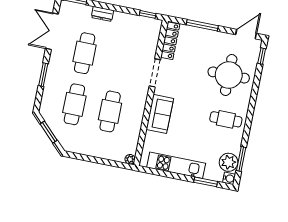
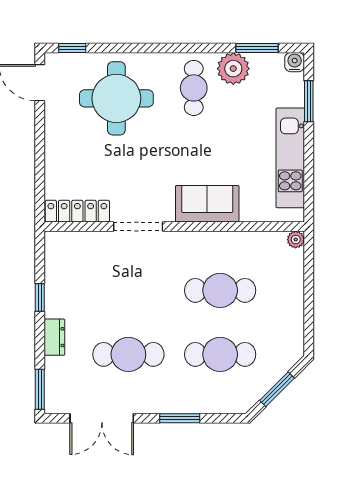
window: (148, 14) -> (40, 297), moved
window: (202, 25) -> (40, 161), removed
plant: (229, 162) -> (233, 69), moved

